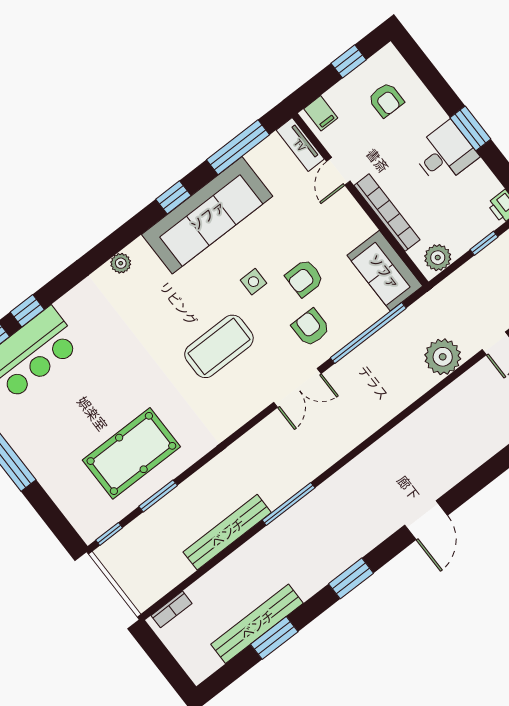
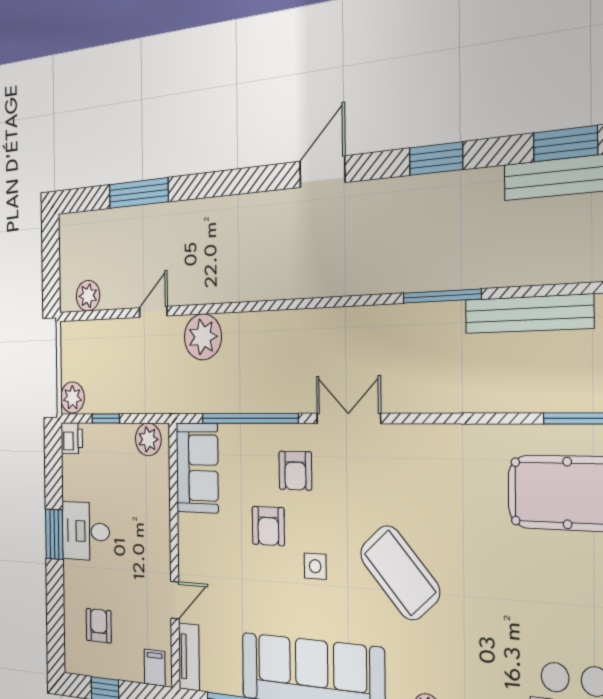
bookcase: (387, 213) -> (161, 522), removed
armchair: (304, 278) -> (268, 526), turned 90
coffee table: (219, 346) -> (400, 573), moved, turned 48

